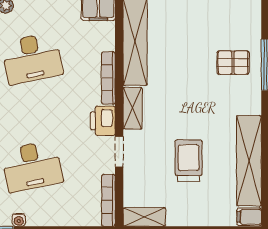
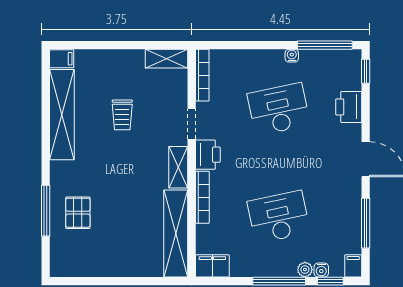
pallet: (233, 63) -> (78, 213), turned 90
trolley: (189, 161) -> (122, 115), width x0.73, depth x0.72

